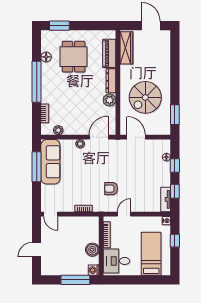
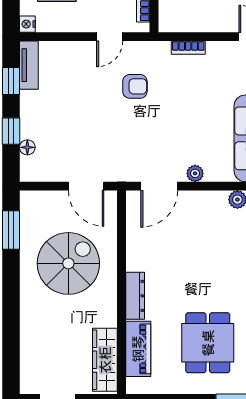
plant: (110, 100) -> (138, 258), removed

